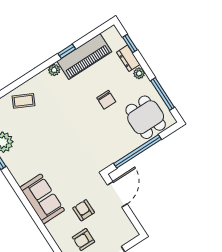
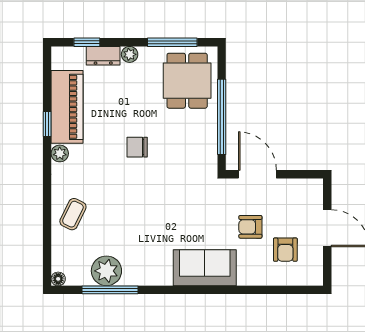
chair: (106, 100) -> (137, 147), moved, turned 180
dining table: (146, 117) -> (187, 81), turned 90

